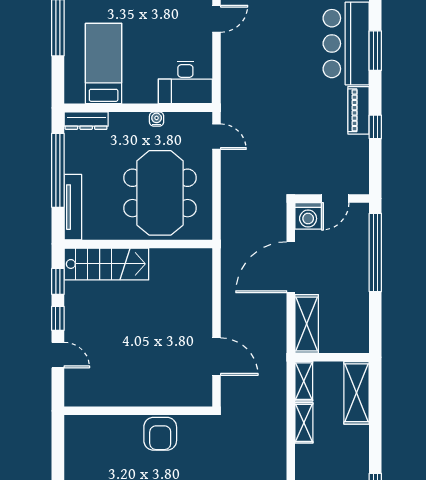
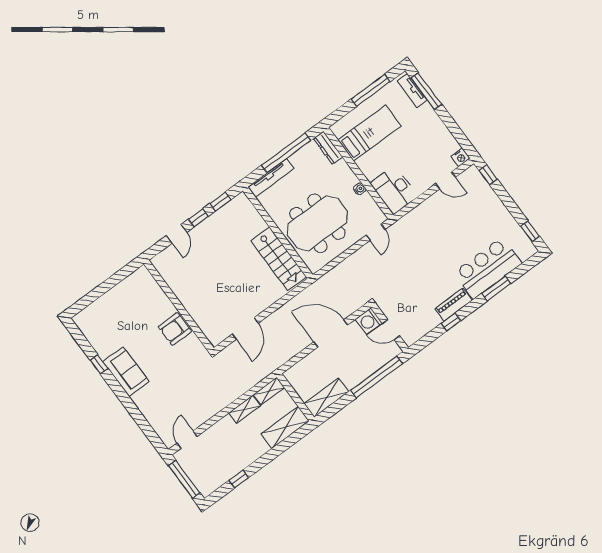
stairs: (106, 264) -> (279, 259), moved
shelving: (307, 324) -> (326, 398), moved

